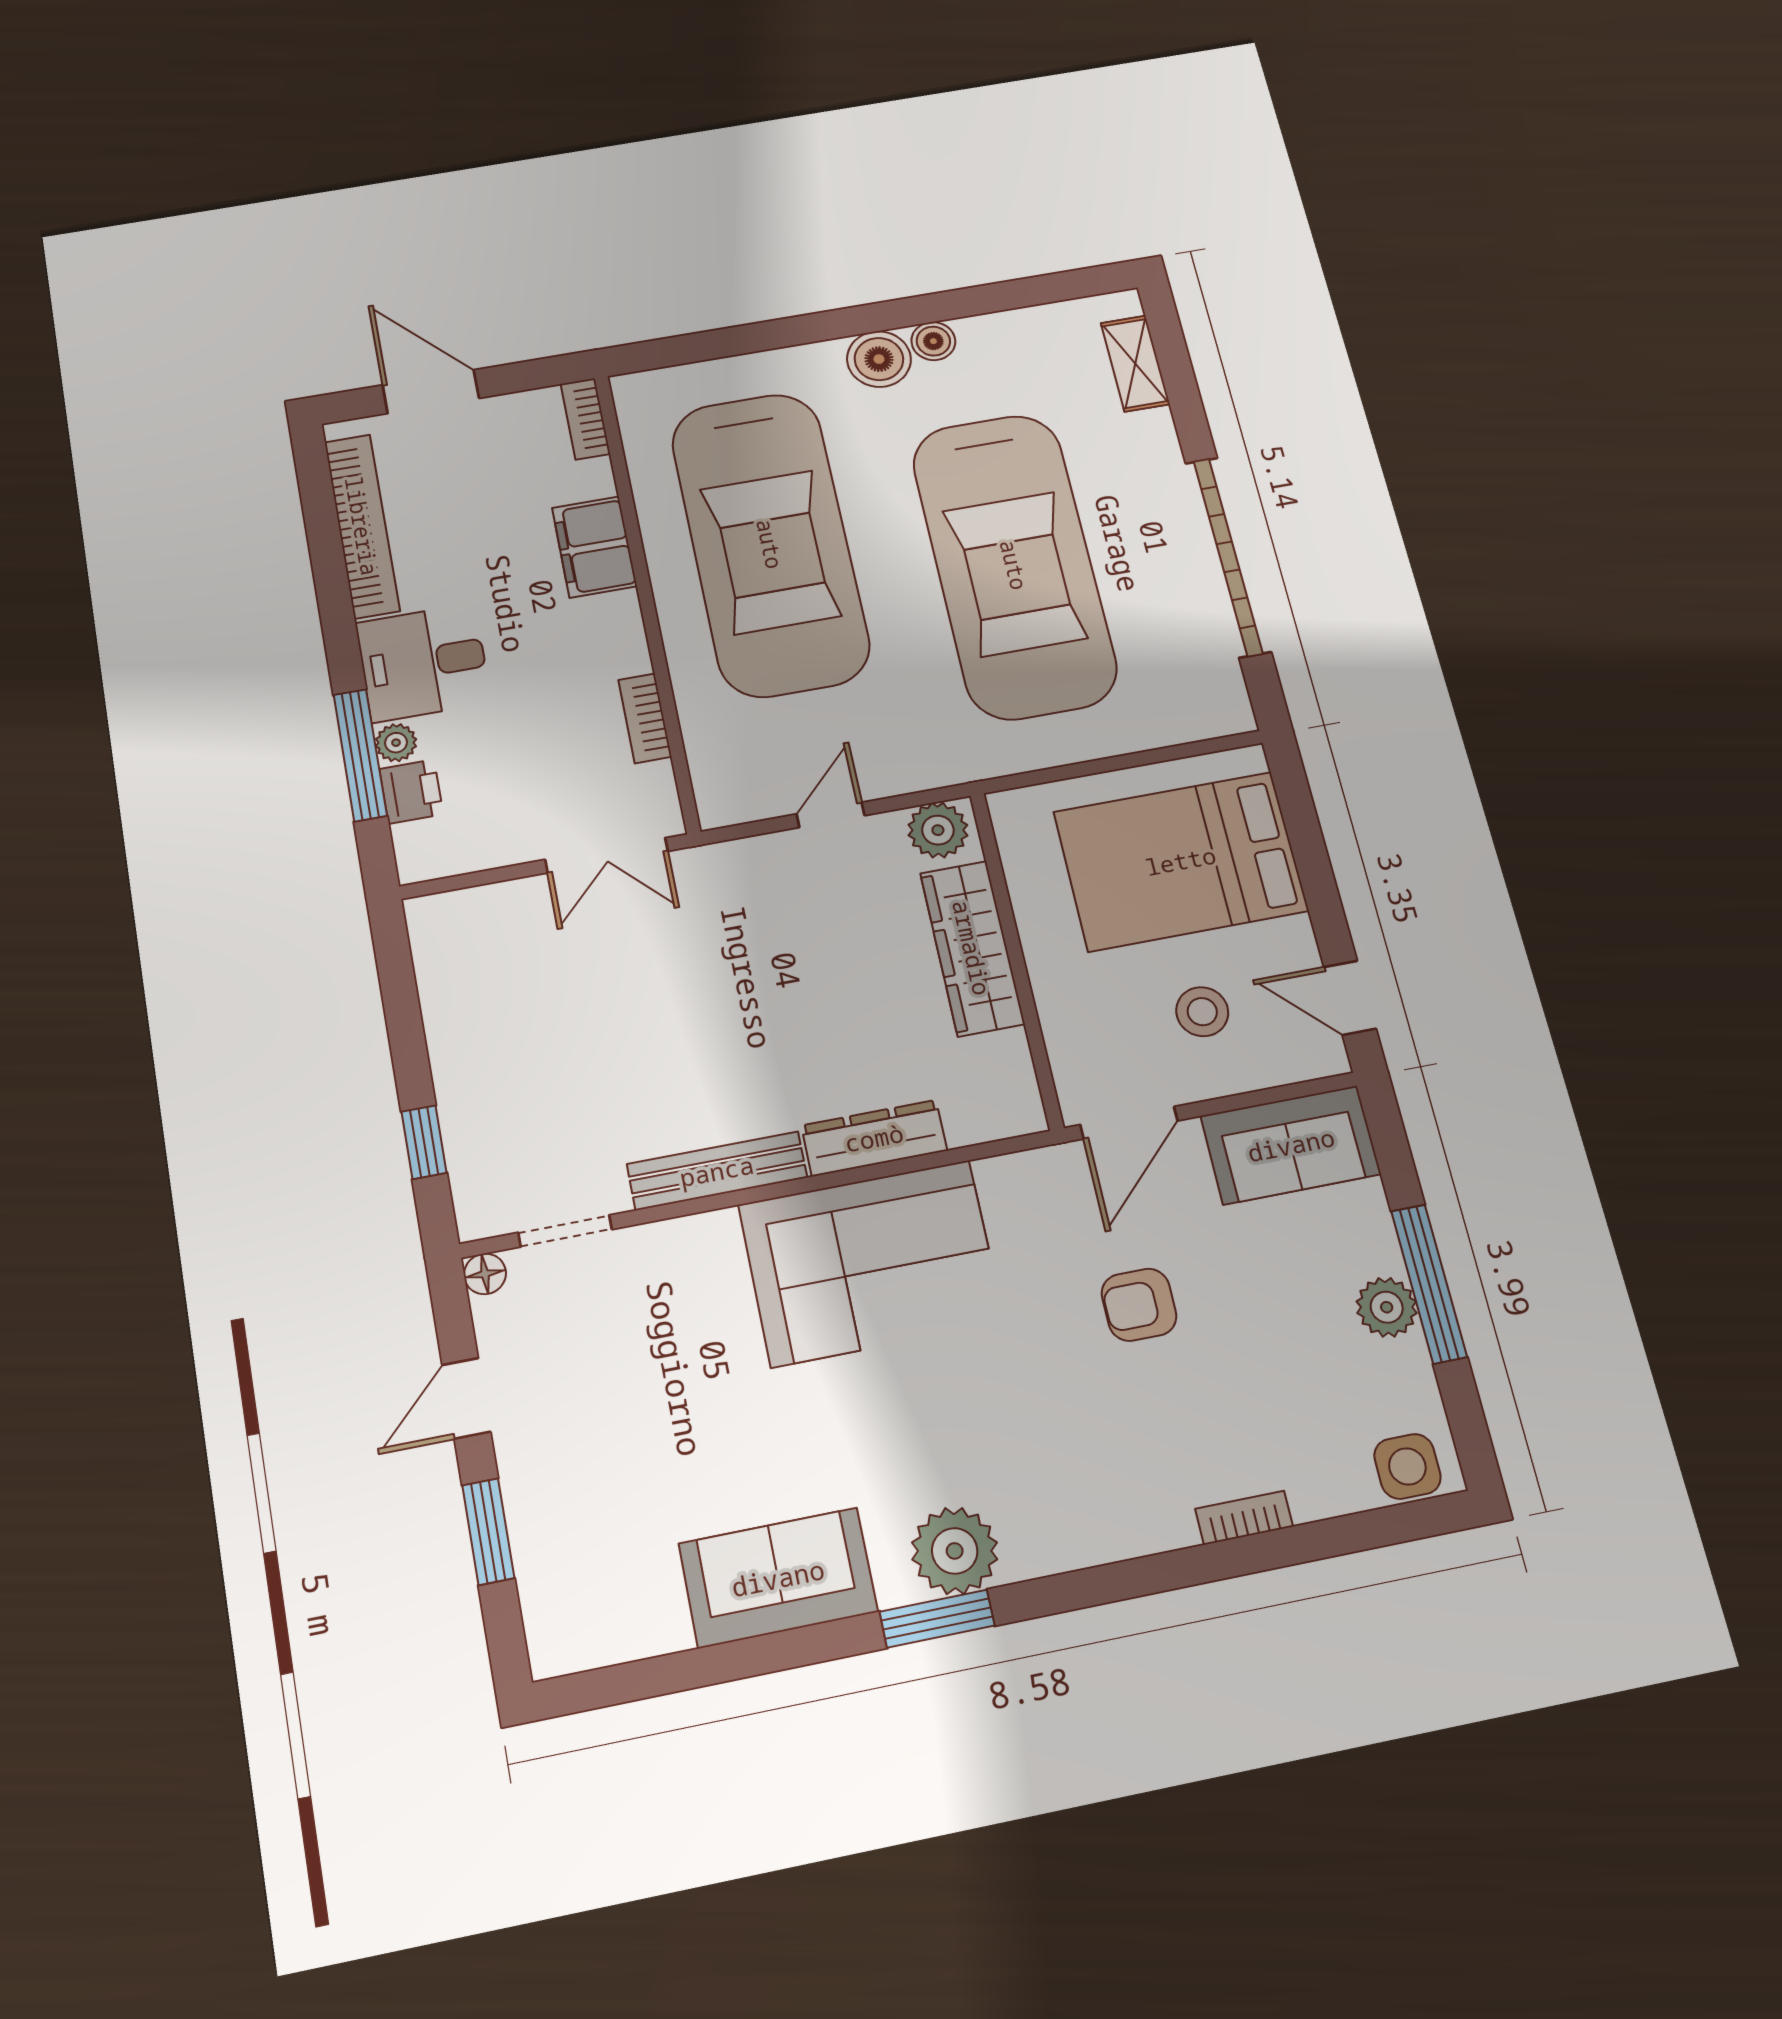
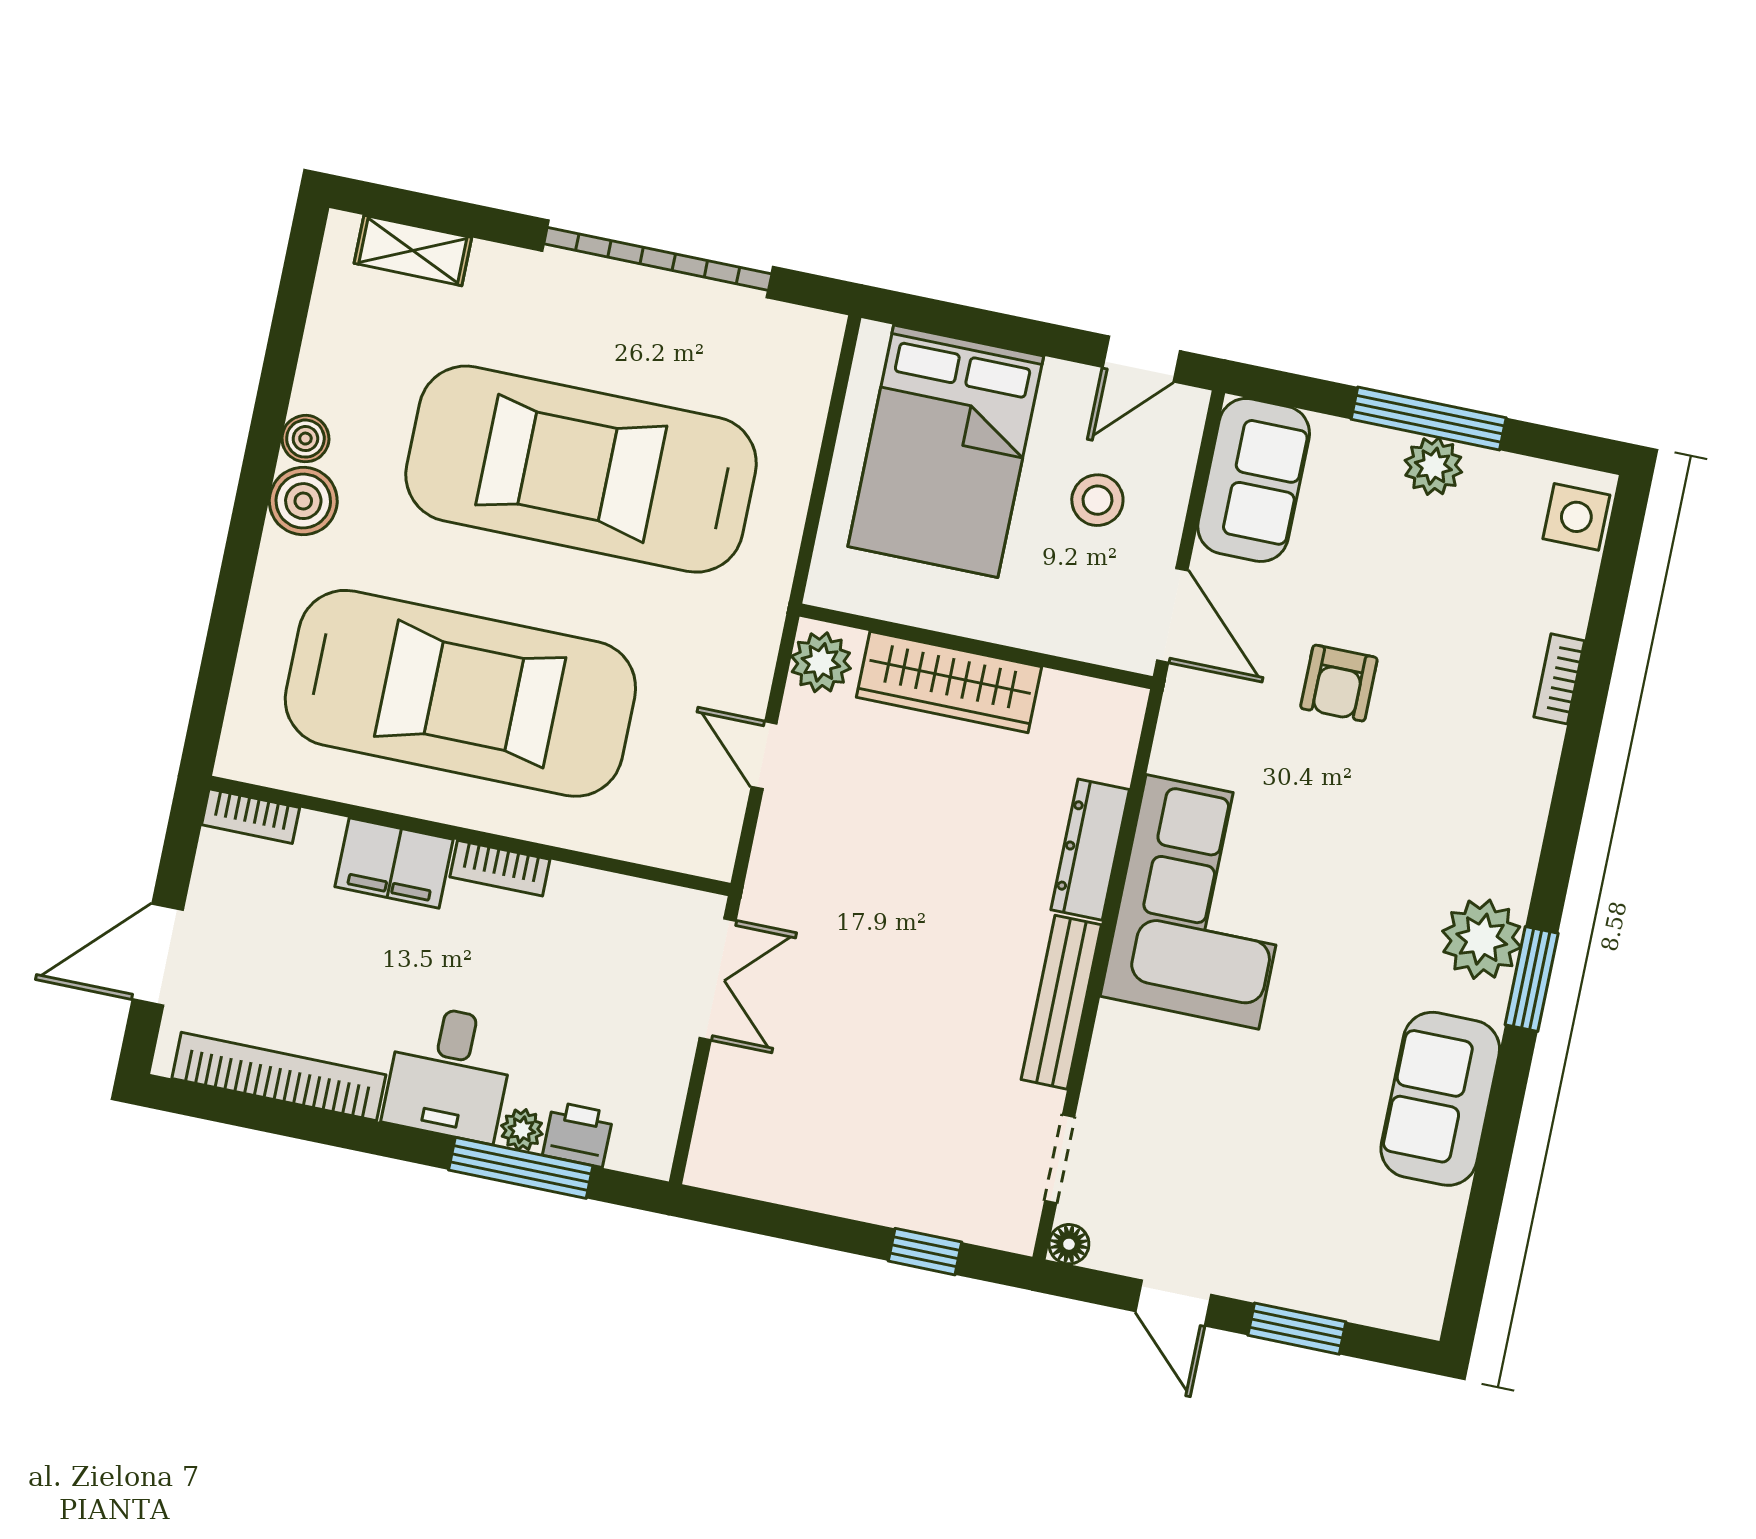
car: (1014, 565) -> (581, 469), turned 180
bookcase: (645, 718) -> (500, 868), moved

